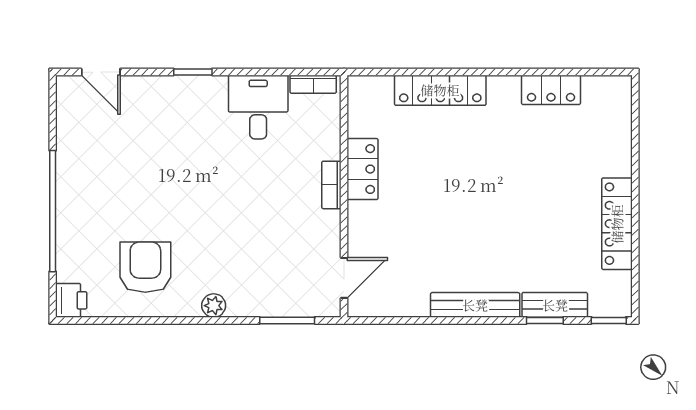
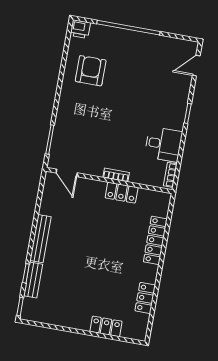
locker: (617, 224) -> (106, 326), moved, width x0.66
armchair: (145, 267) -> (91, 71), turned -90
plant: (214, 306) -> (64, 103), removed

